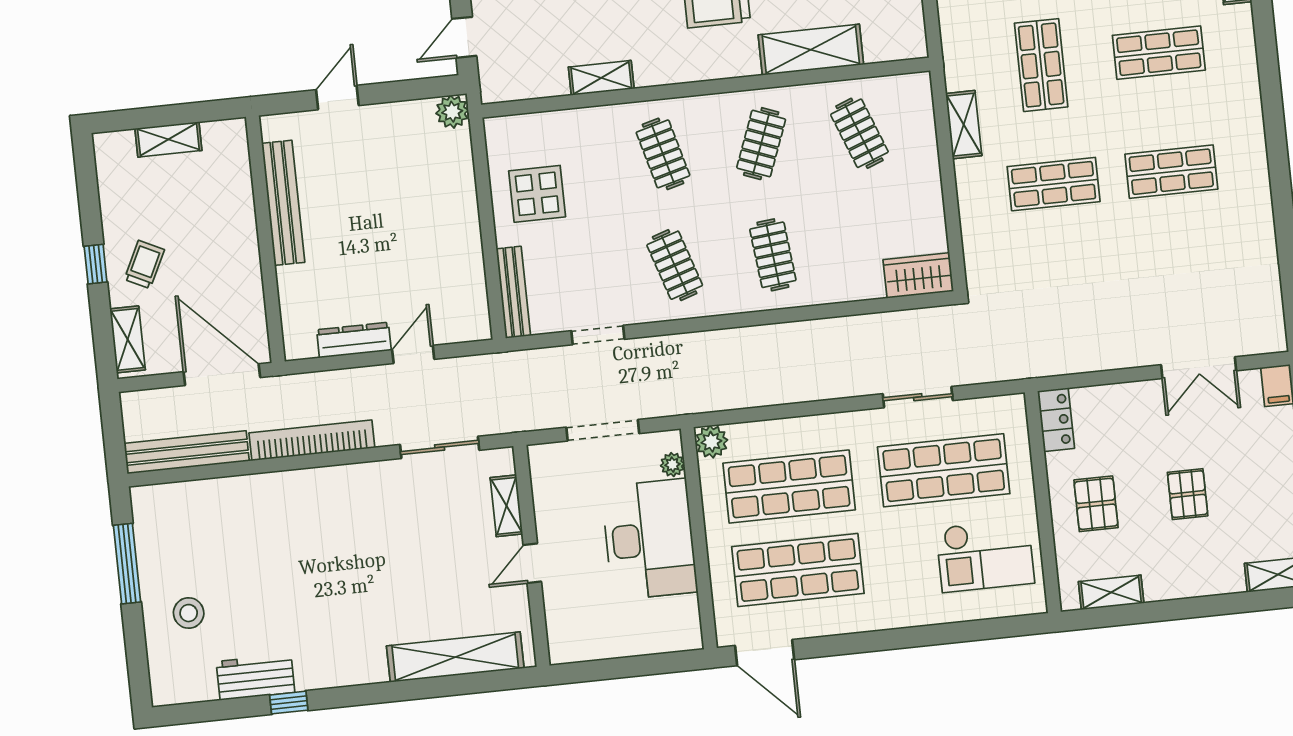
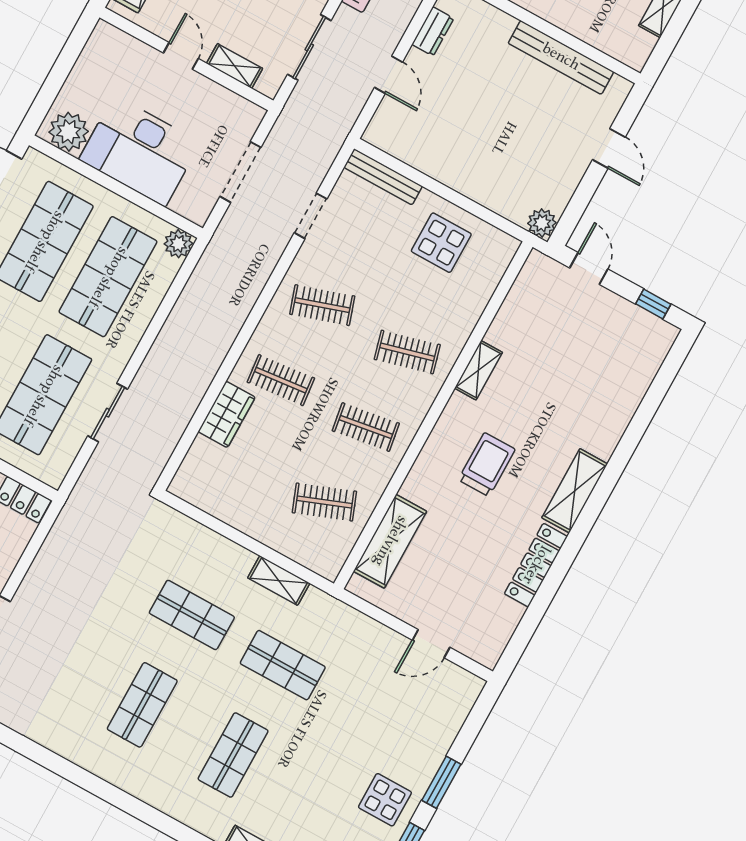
shelving: (811, 50) -> (390, 541), moved
shelving: (601, 78) -> (478, 370), moved
clothes rail: (761, 144) -> (366, 427), turned -30
shop shelf: (1054, 184) -> (192, 615), turned 90
wardrobe: (918, 275) -> (227, 414), moved
dresser: (354, 340) -> (433, 31), width x0.70
plant: (672, 465) -> (69, 132), moved, width x1.87, depth x1.87

